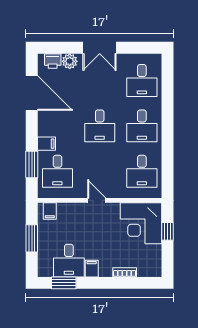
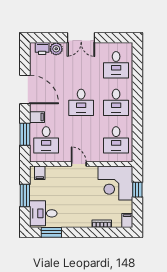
door: (32, 93) -> (25, 89), moved
desk: (69, 261) -> (43, 213), moved, turned 90
filing cabinet: (92, 269) -> (127, 220), moved

